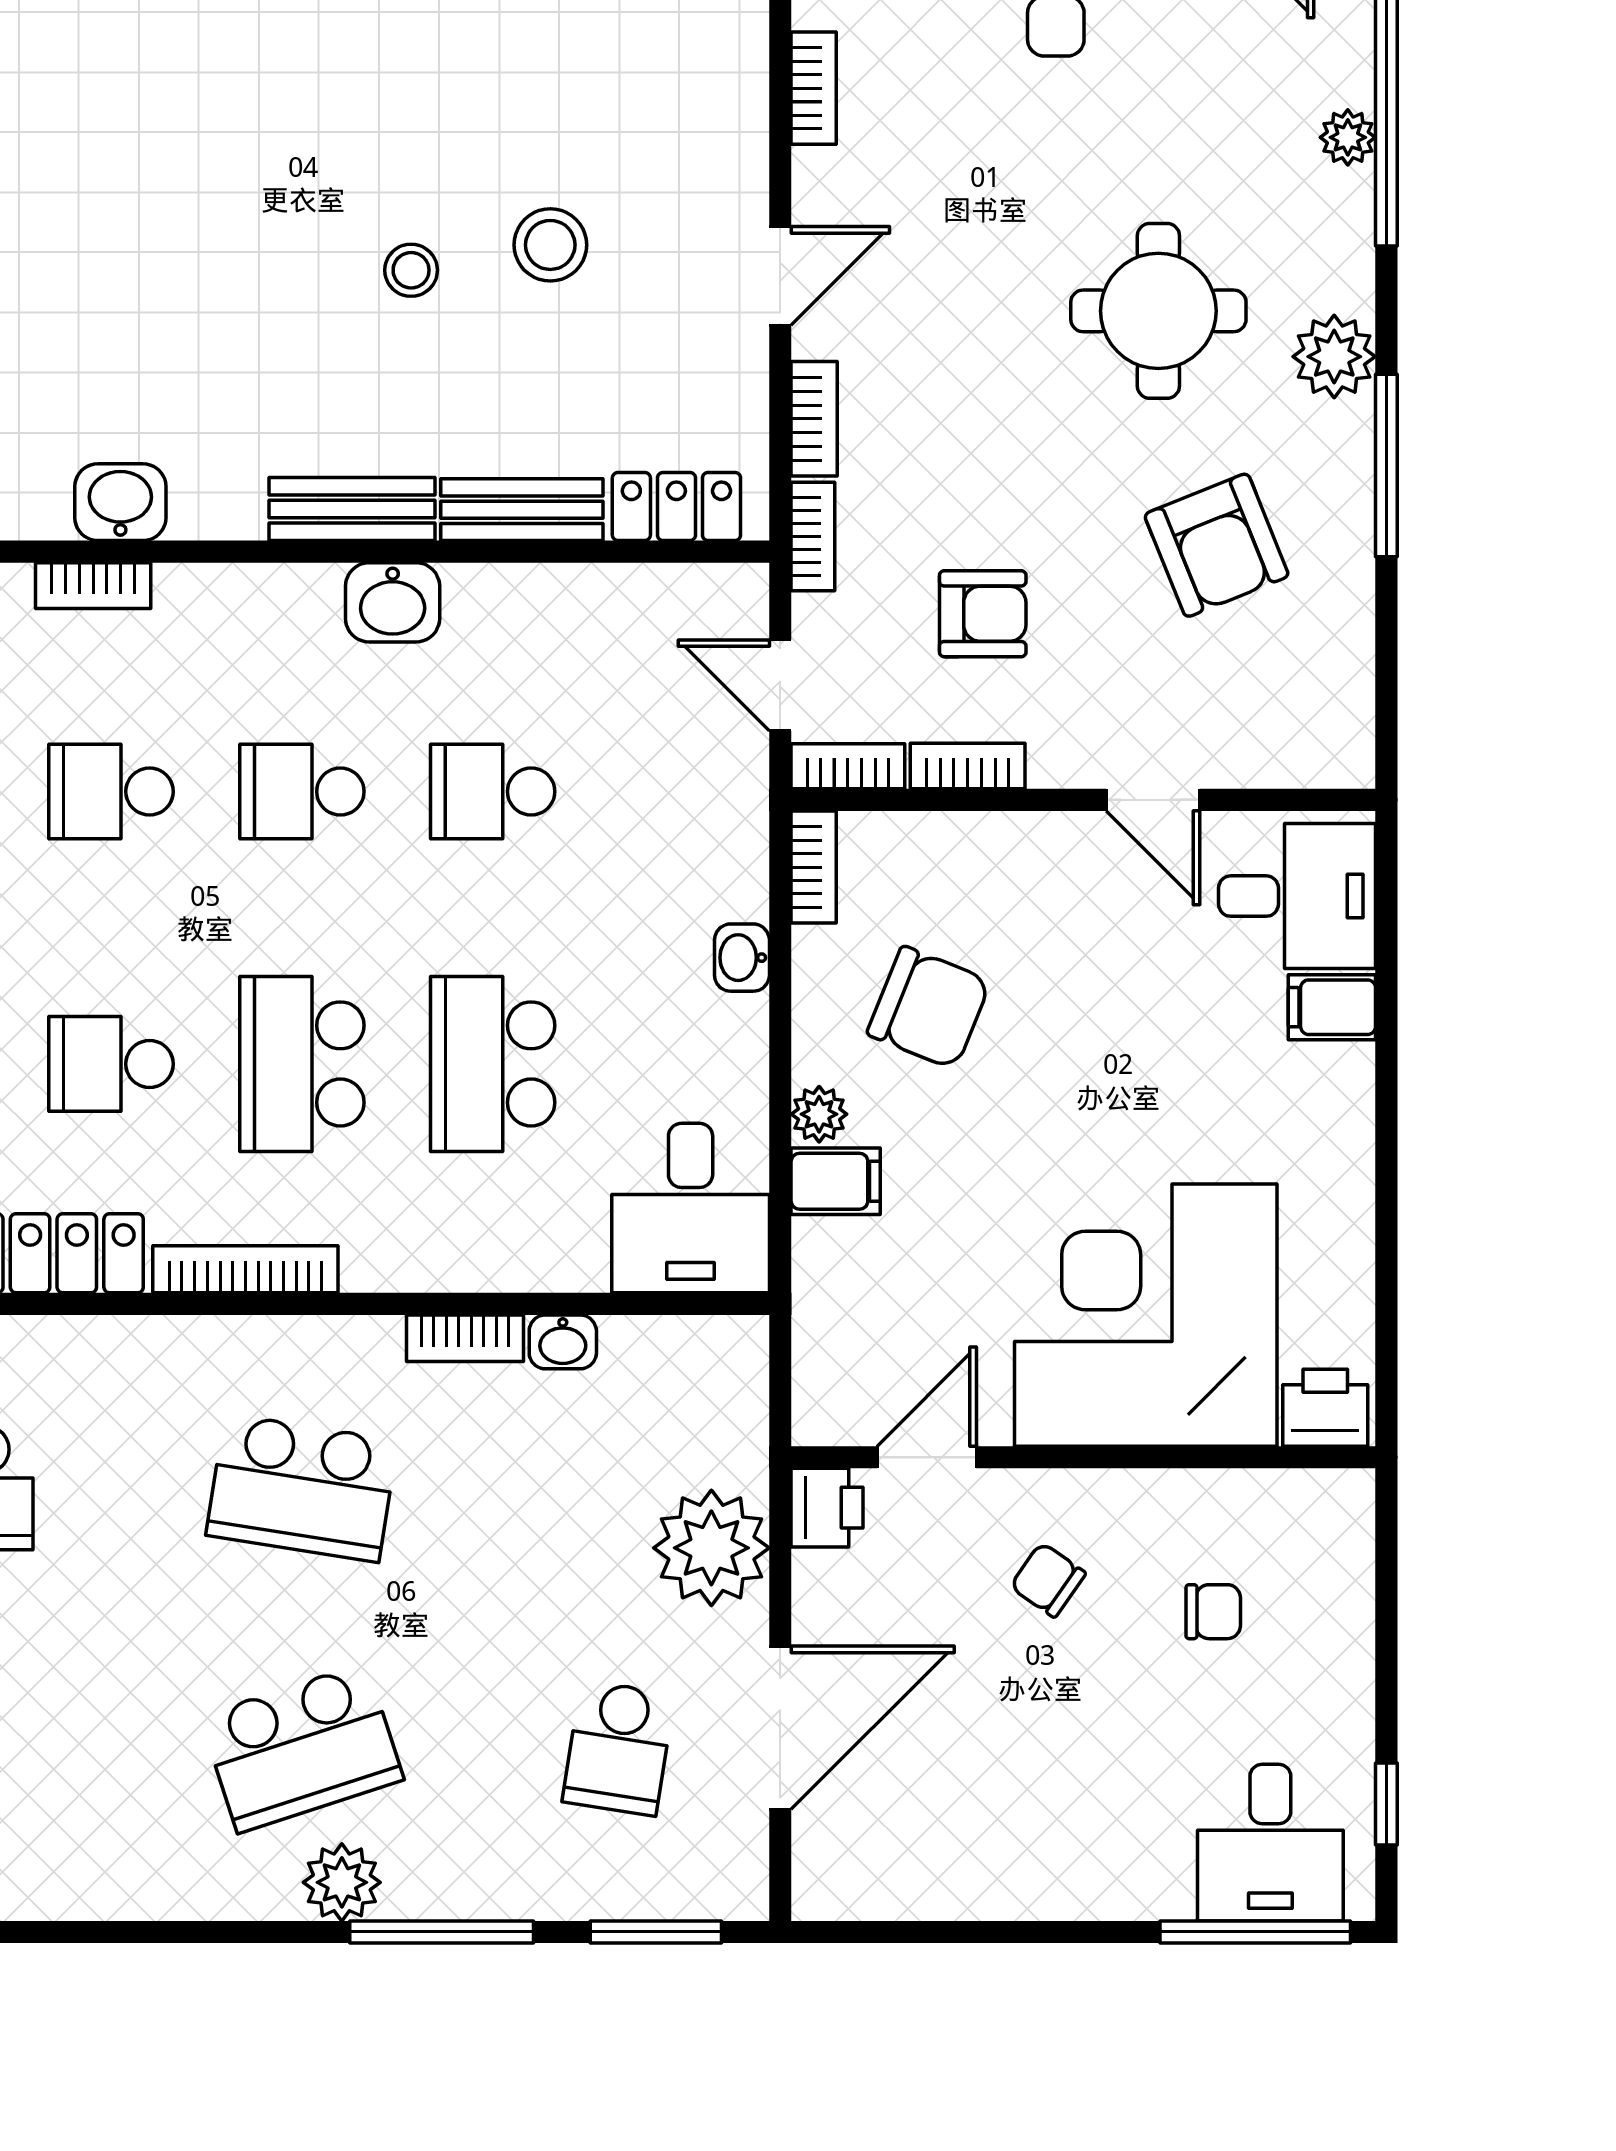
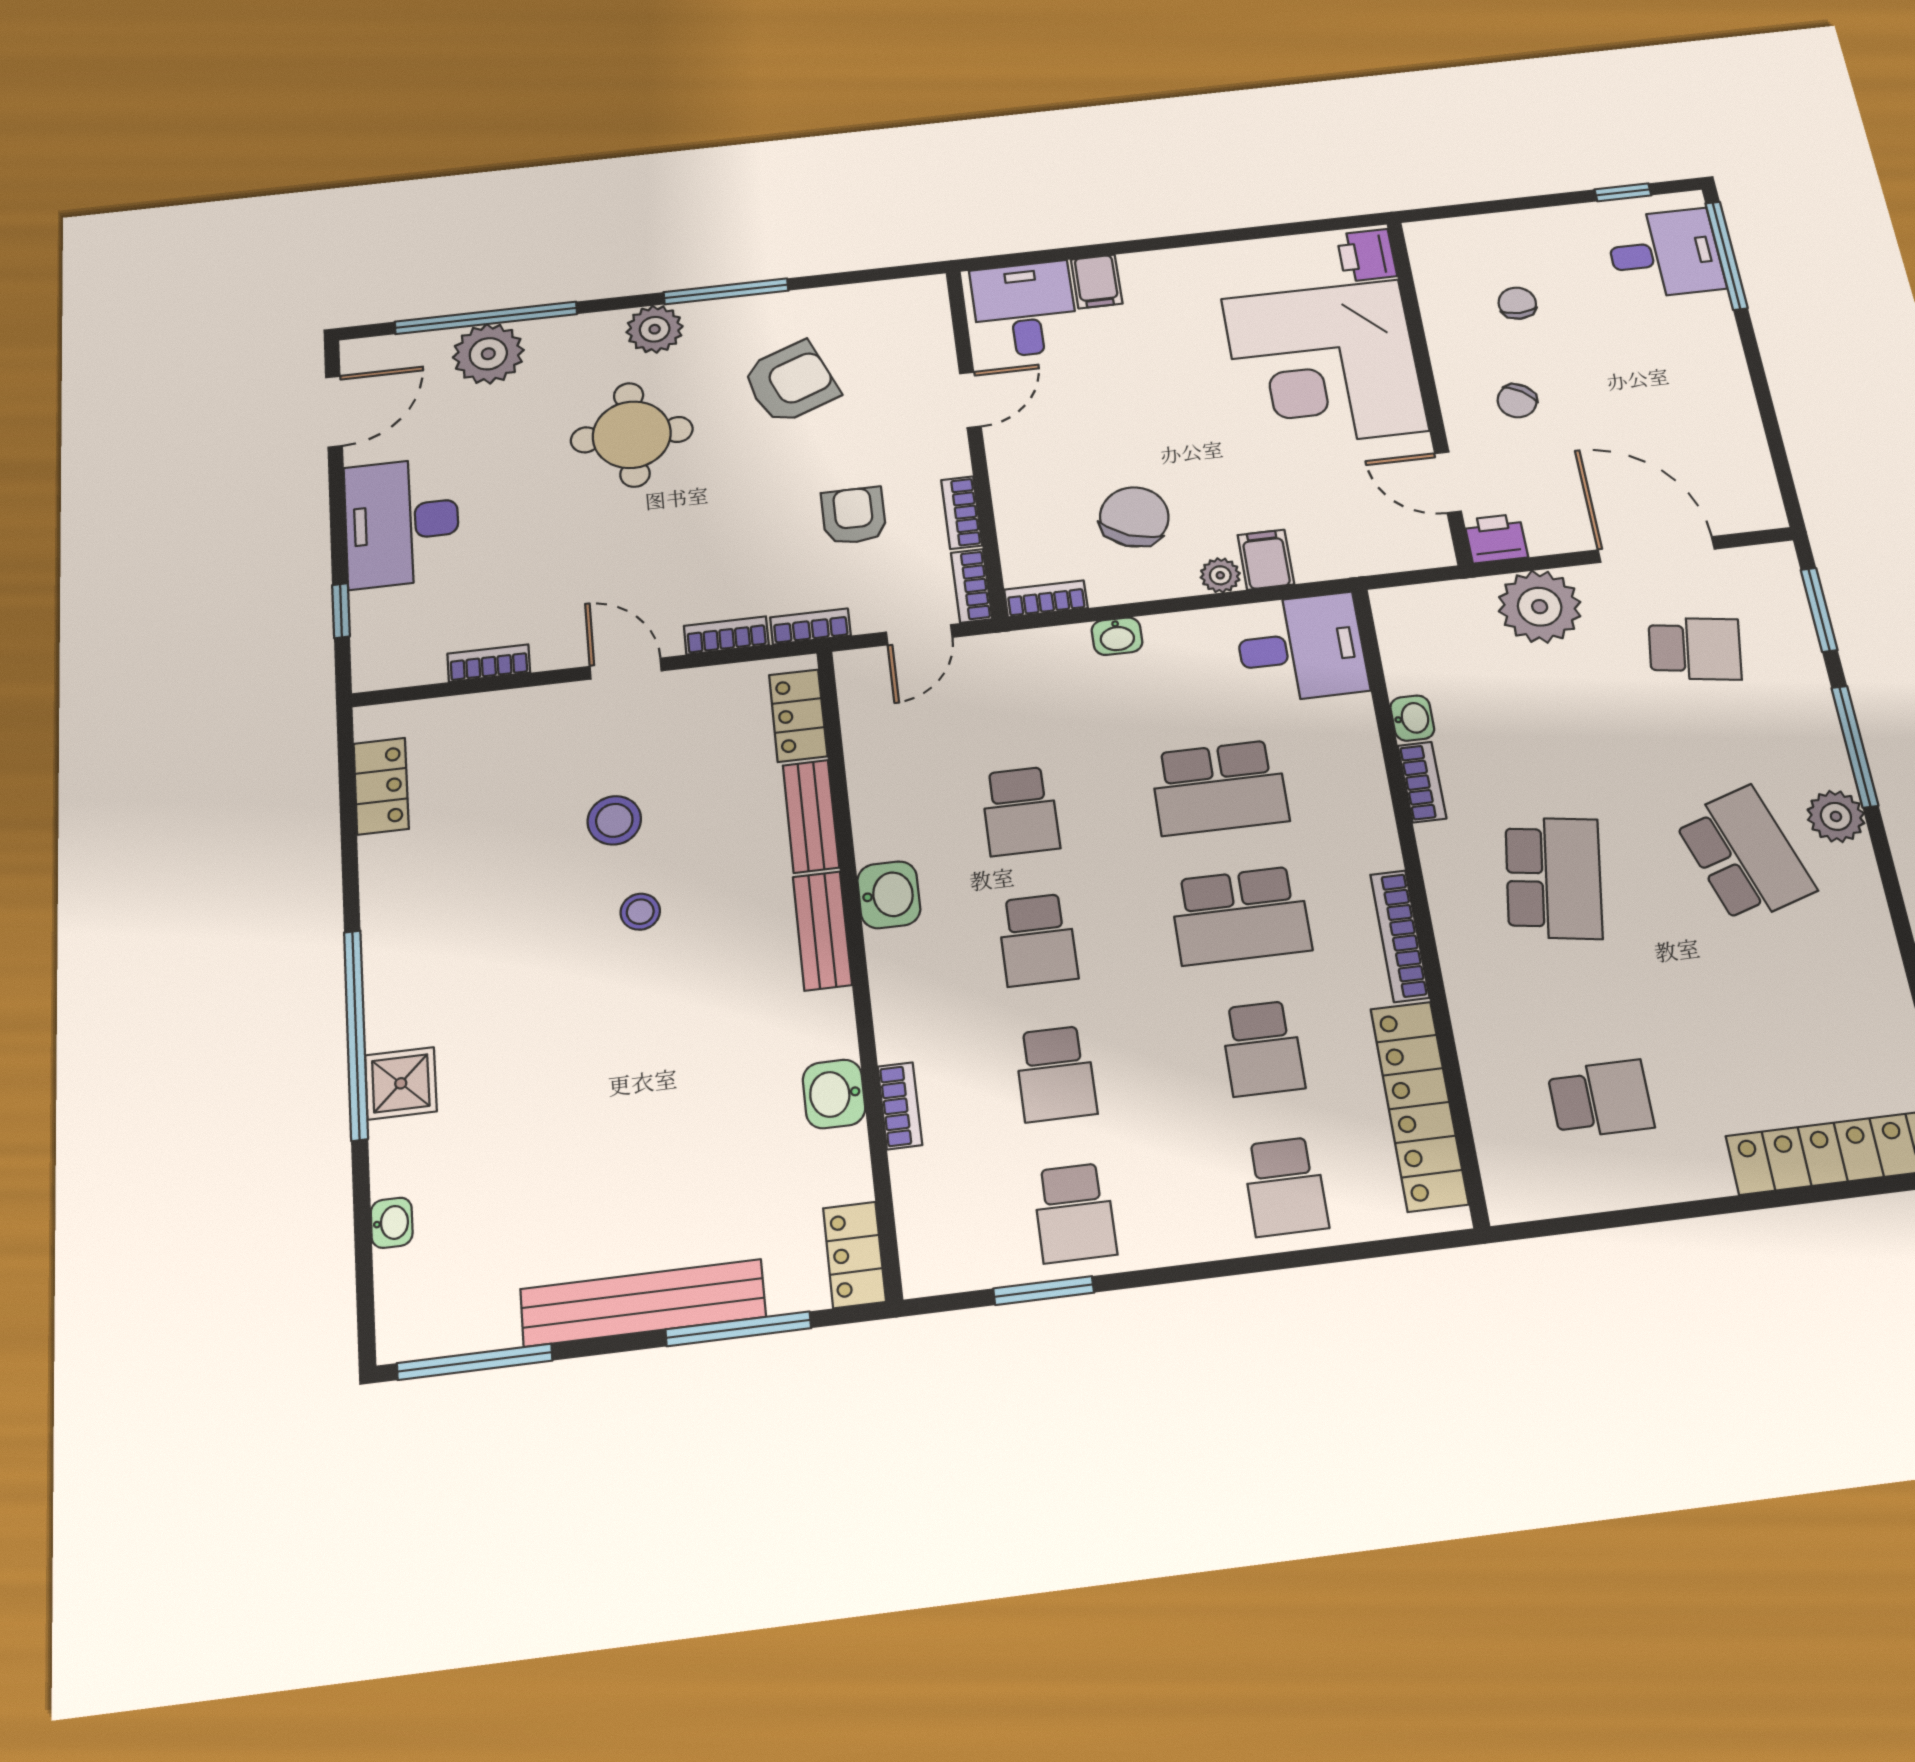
plant: (1348, 137) -> (488, 354), width x1.88, depth x1.88

